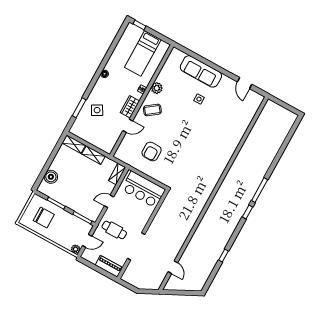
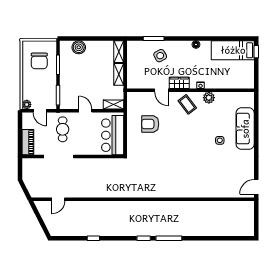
bed: (143, 53) -> (233, 50), moved
door: (245, 83) -> (256, 187), moved

